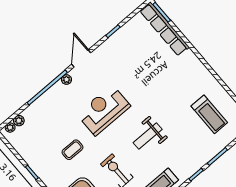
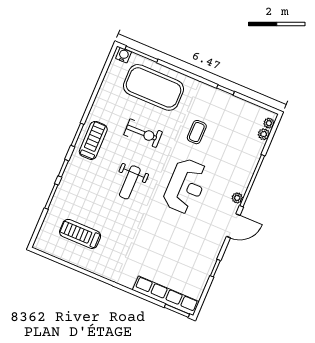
door: (81, 58) -> (233, 226), hinge flipped
weight bench: (148, 136) -> (130, 182), turned 180

